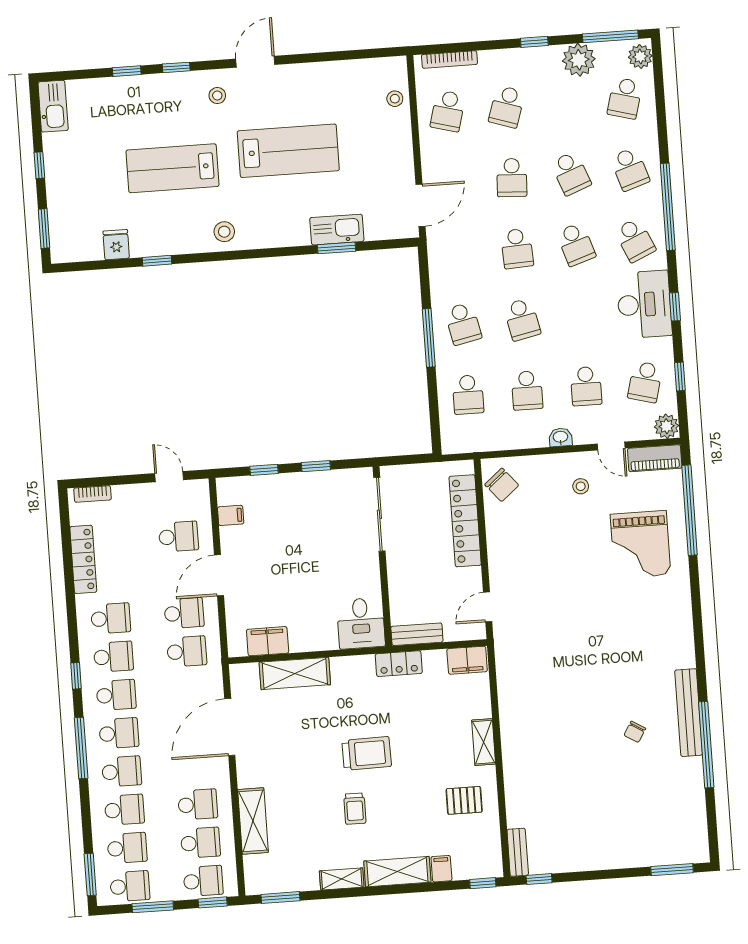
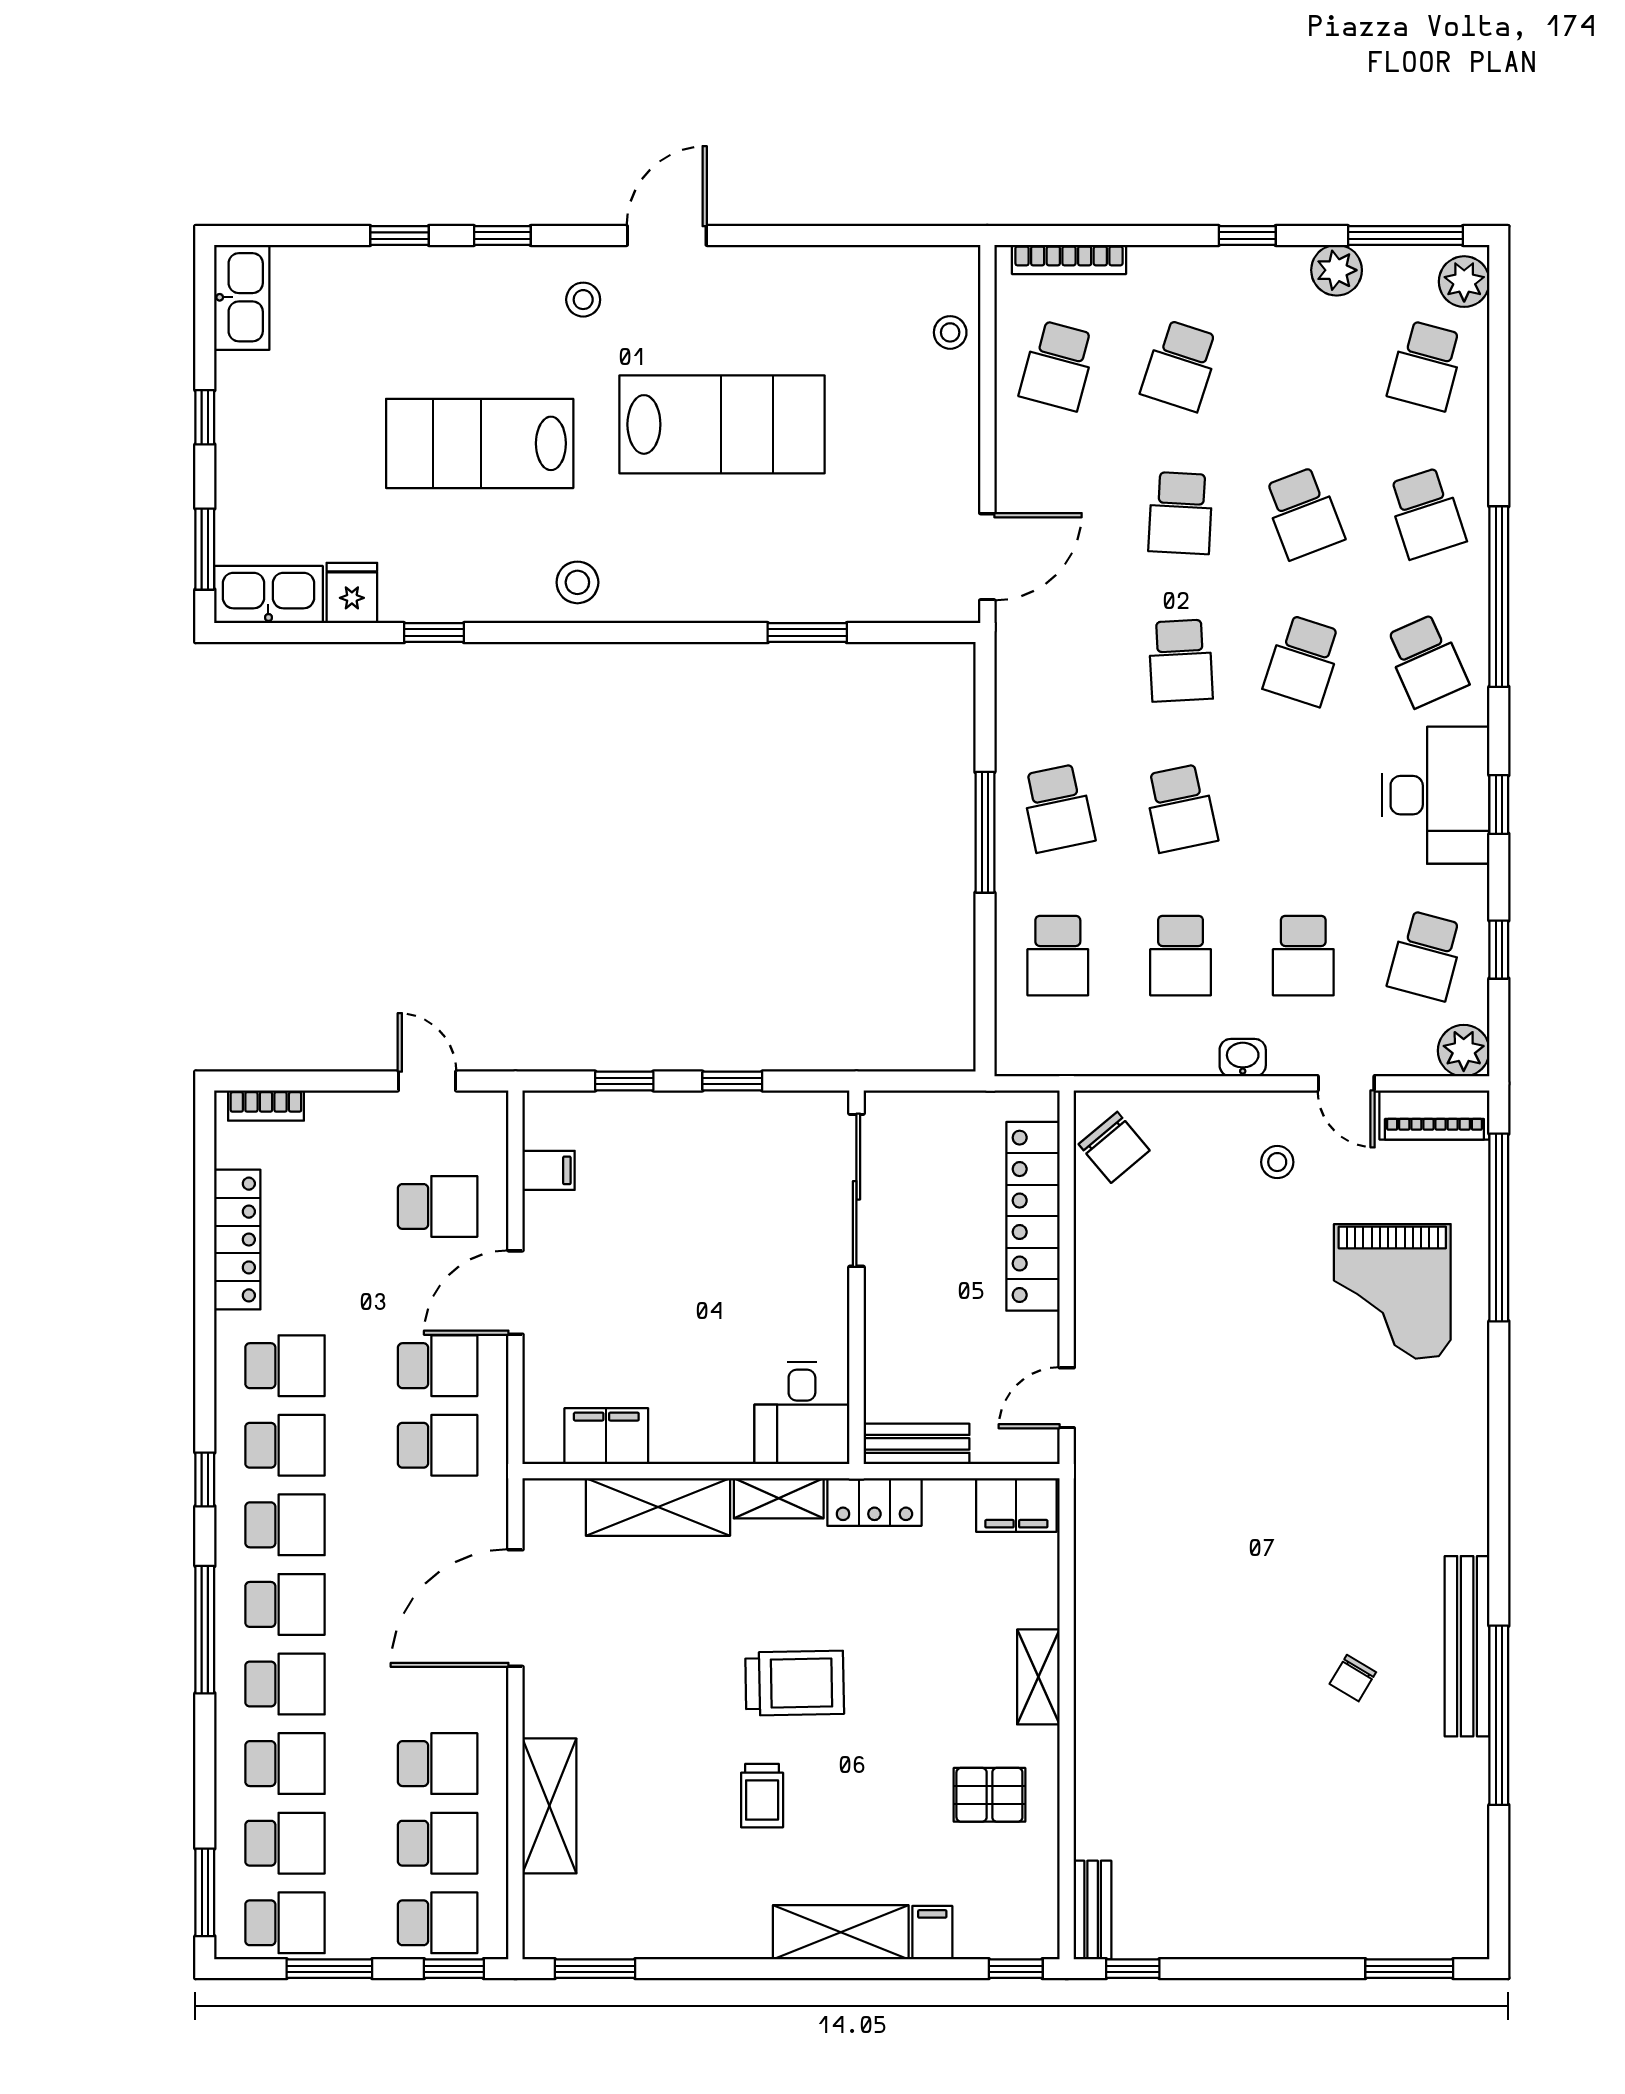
plant: (579, 60) -> (1337, 270), width x0.73, depth x0.73
kitchen sink: (337, 230) -> (268, 595), moved
school desk: (576, 244) -> (1303, 661), turned 36
shelving: (342, 879) -> (779, 1498), moved

